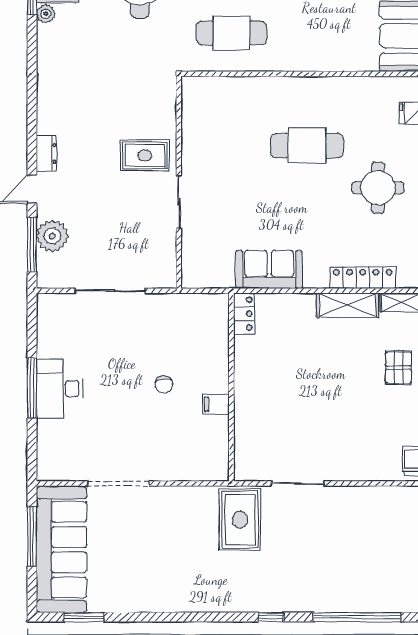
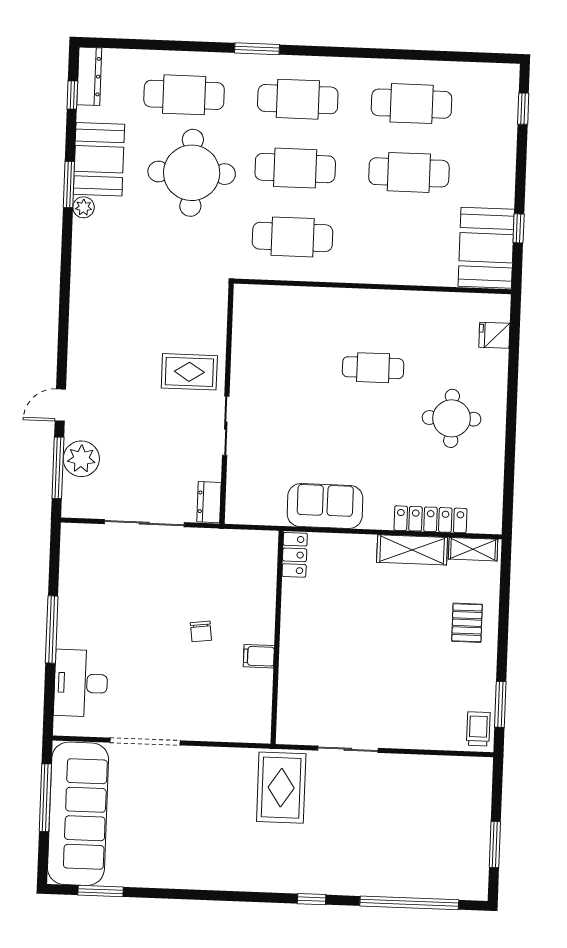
cafe table: (307, 146) -> (373, 368), width x0.73, depth x0.74
dresser: (46, 153) -> (209, 502), moved, turned 180
desk: (60, 389) -> (81, 683), moved

